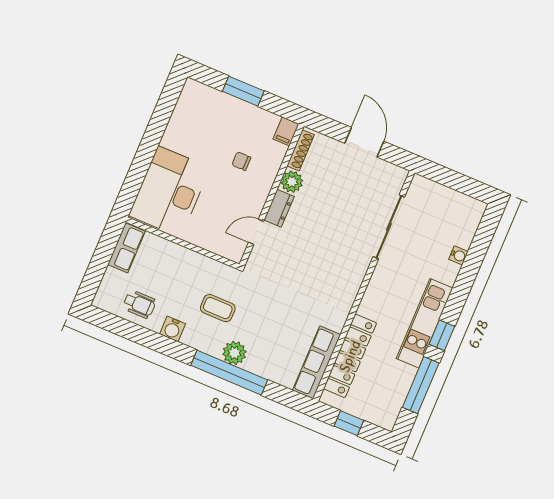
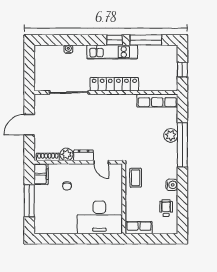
window: (243, 91) -> (29, 201), width x1.44
filing cabinet: (286, 131) -> (41, 174), width x2.00
coffee table: (218, 308) -> (136, 178), moved
plant: (234, 353) -> (171, 135), moved
locker: (350, 356) -> (114, 84), moved

